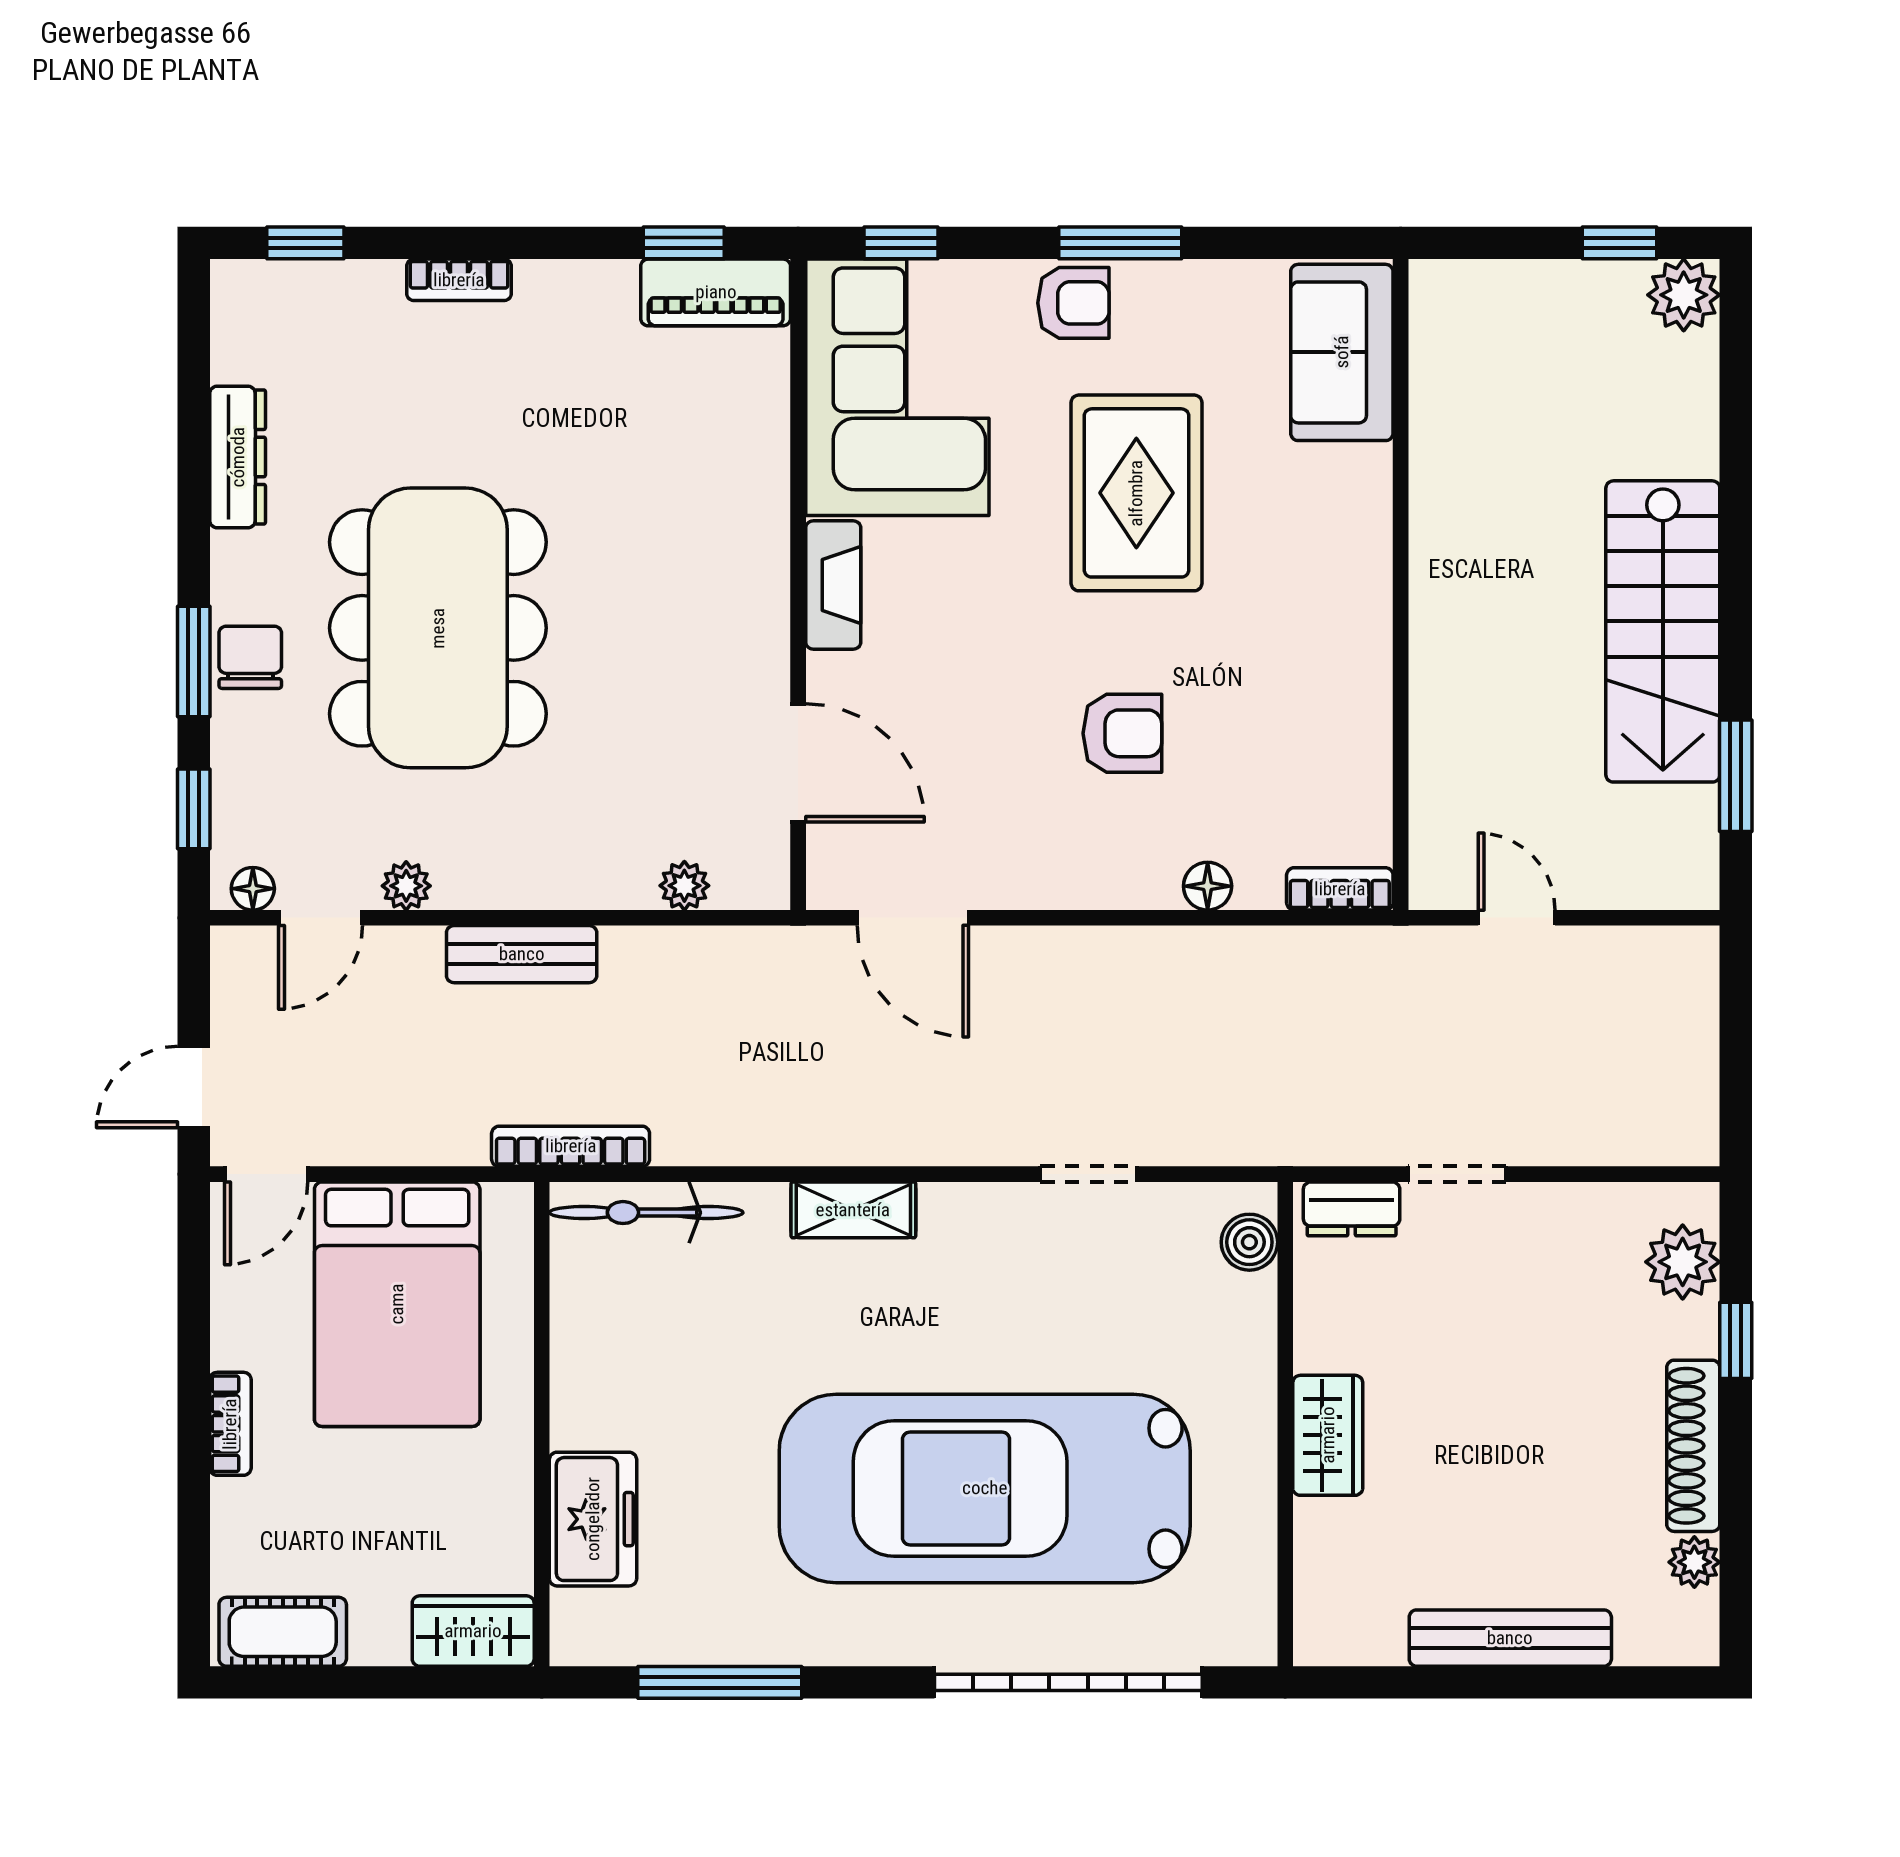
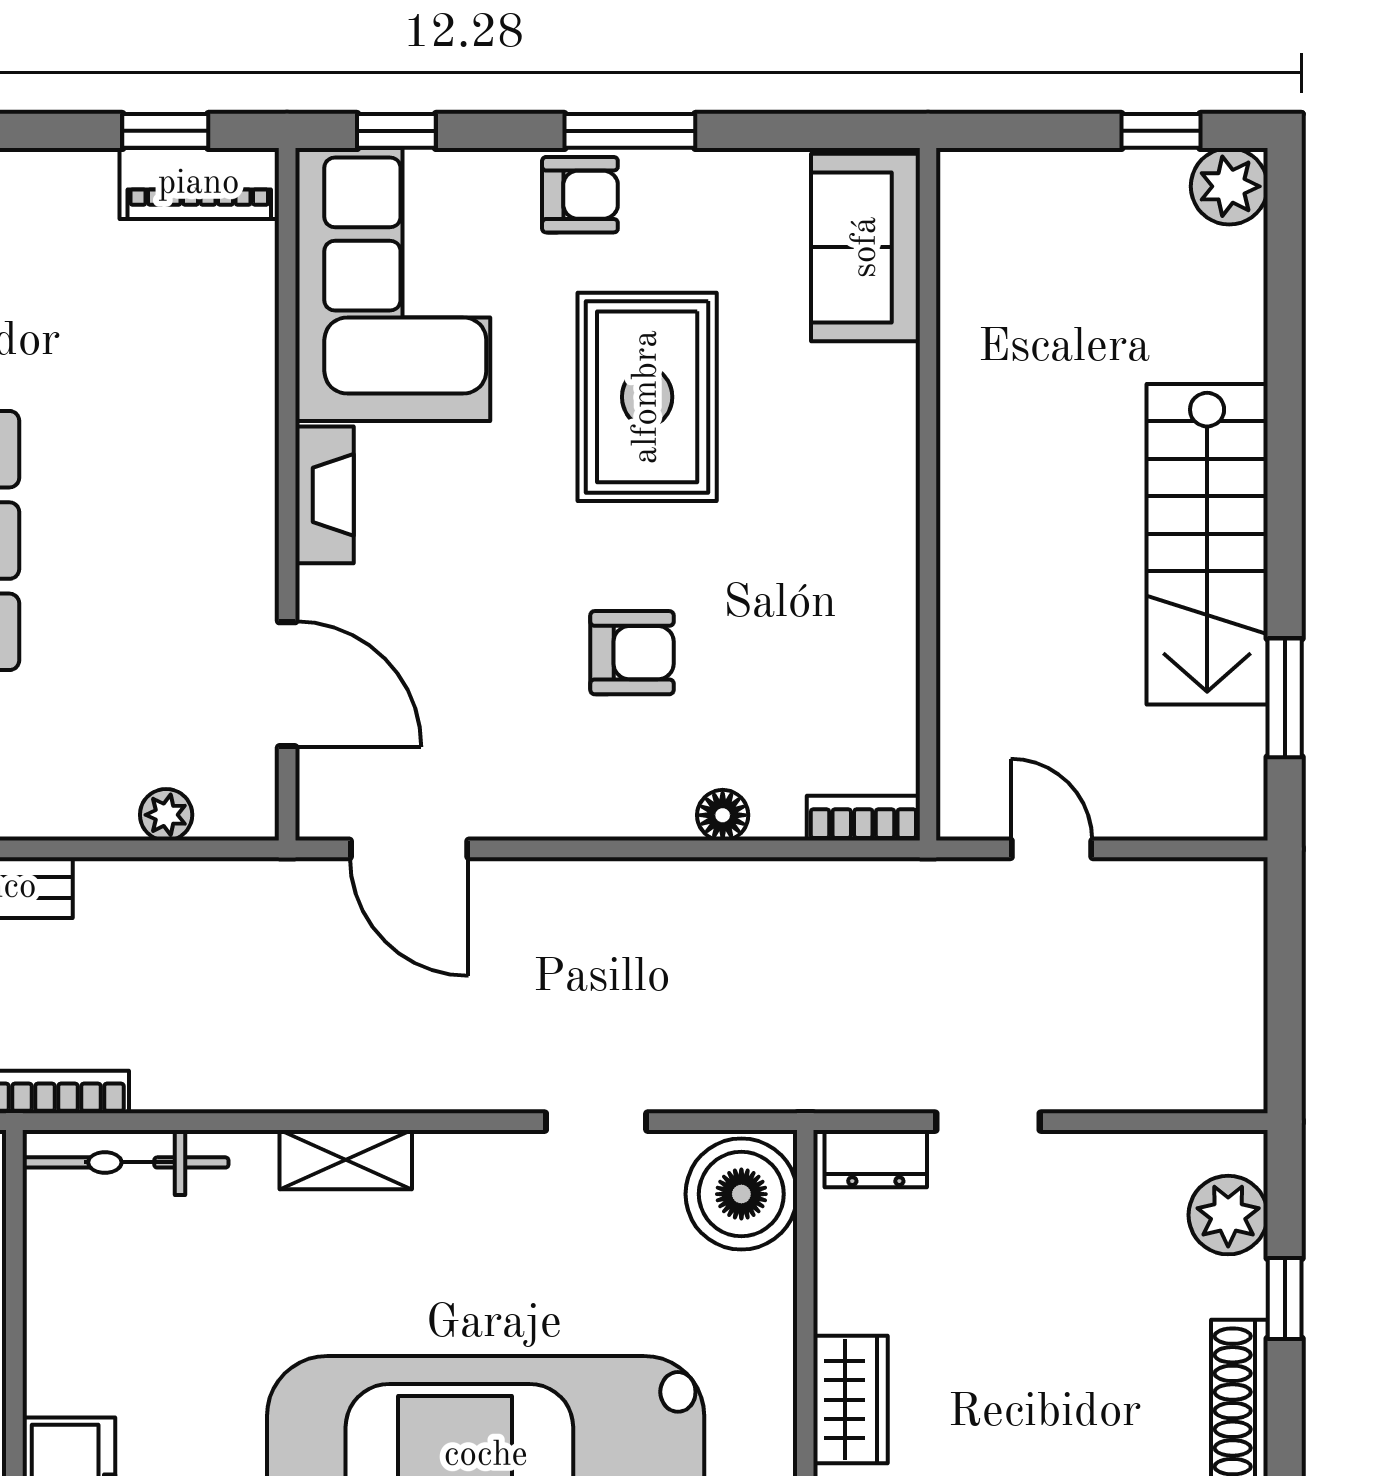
boiler: (1249, 1242) -> (741, 1194), width x1.86, depth x1.86

